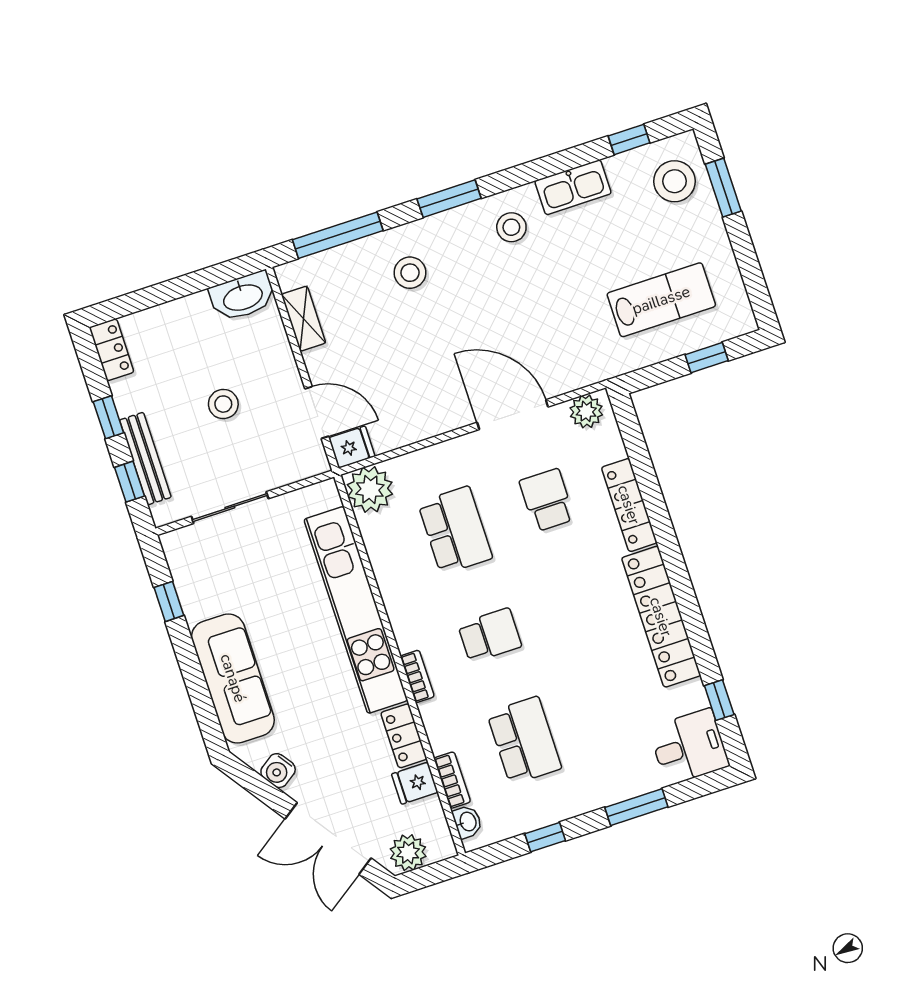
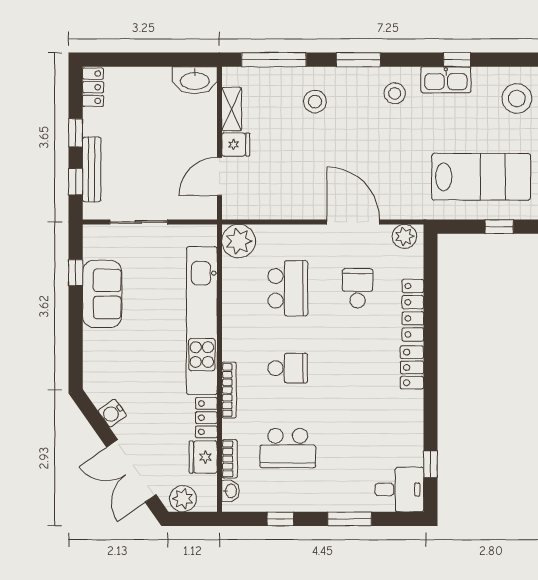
window: (629, 139) -> (457, 60), moved
lab bench: (661, 300) -> (481, 177), width x1.36, depth x1.39
stool: (223, 404) -> (157, 150), removed
door: (317, 413) -> (219, 176), swing flipped
fridge: (352, 447) -> (236, 145), moved
locker: (661, 617) -> (412, 367), width x0.46, depth x0.83
bookcase: (417, 676) -> (229, 390), width x1.56
sofa: (233, 678) -> (102, 294), moved, width x0.73
school desk: (524, 741) -> (288, 448), turned 90
fridge: (415, 783) -> (203, 457), width x1.38

